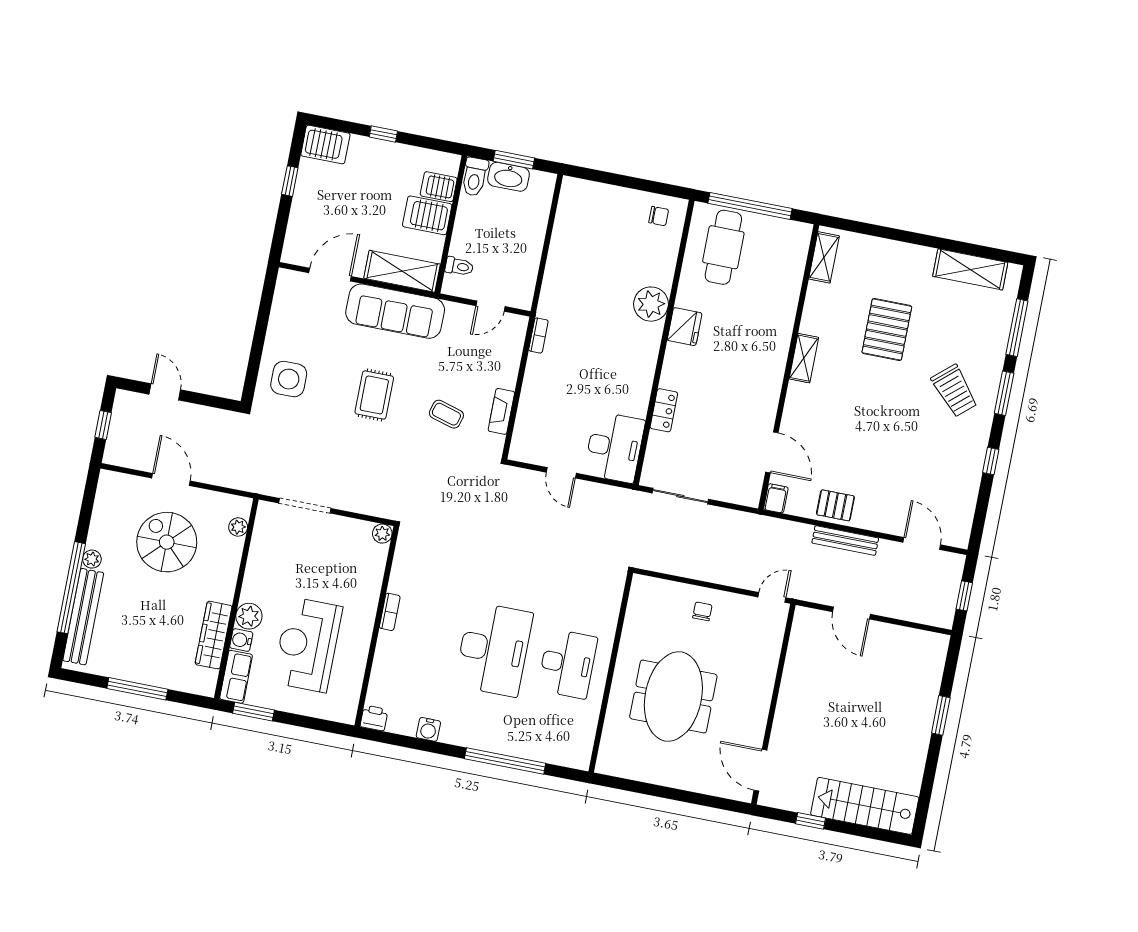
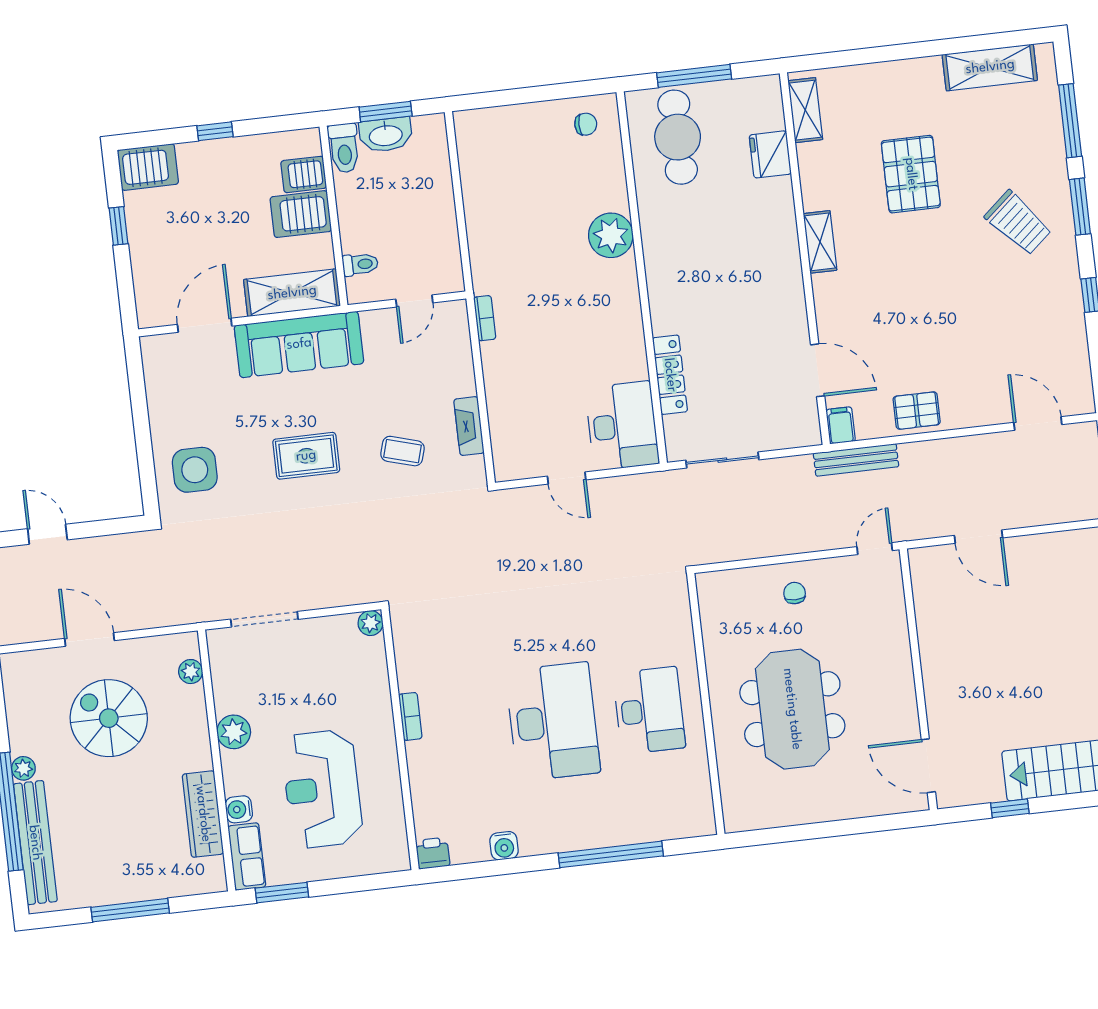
window: (750, 206) -> (694, 76), width x0.68
fridge: (685, 327) -> (770, 154), moved, turned 180
rug: (374, 395) -> (306, 456), turned 90
locker: (664, 410) -> (670, 375), width x1.53
bench: (845, 540) -> (856, 460), moved
plant: (249, 616) -> (234, 732), moved

